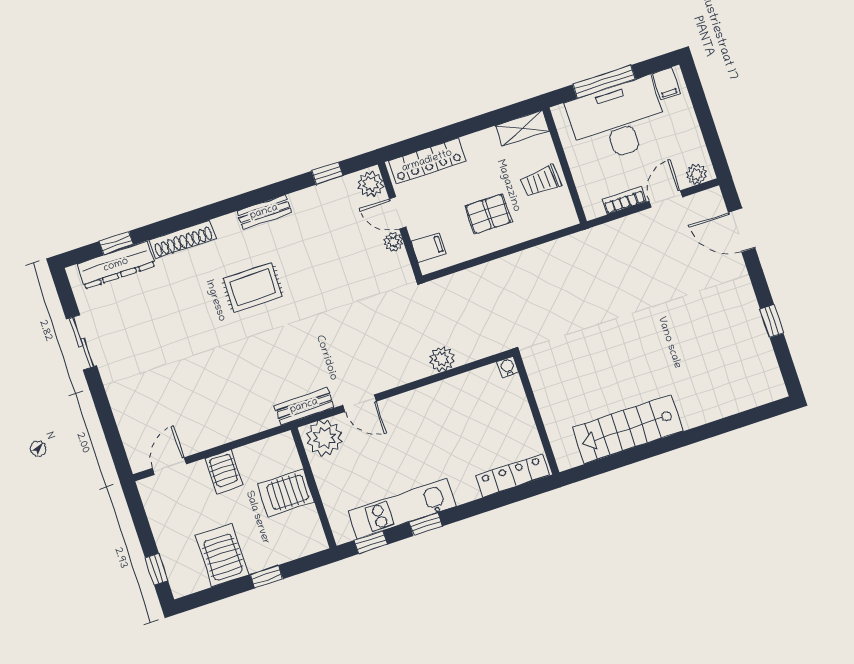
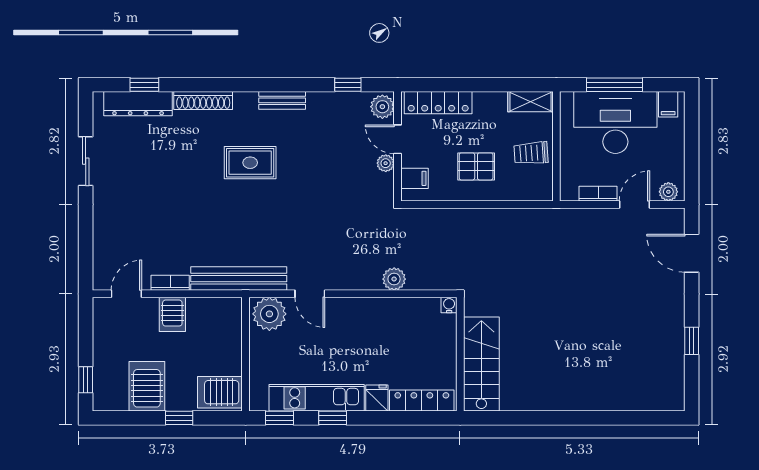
bench: (304, 406) -> (239, 279), width x1.86, depth x1.21
stairs: (627, 429) -> (481, 364), moved, turned 90
bookcase: (211, 440) -> (170, 283), added
fridge: (465, 488) -> (377, 398), added
server rack: (286, 493) -> (220, 392), moved

